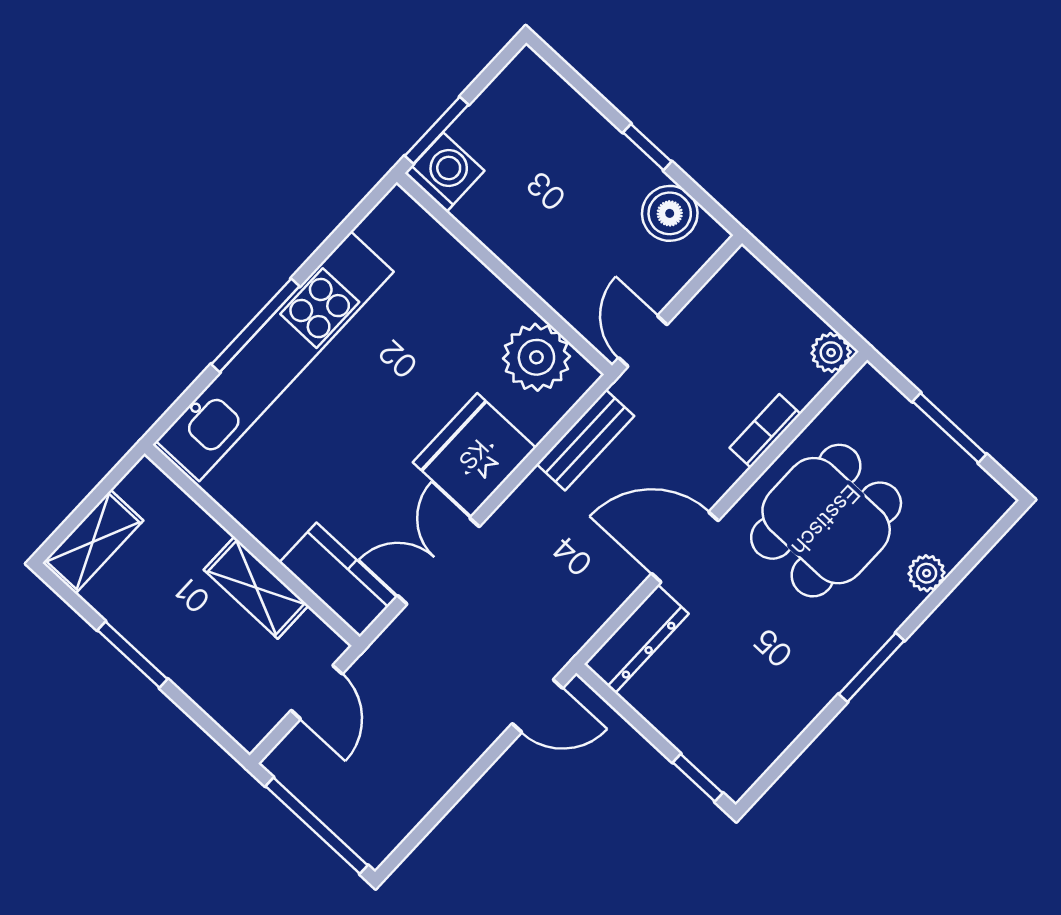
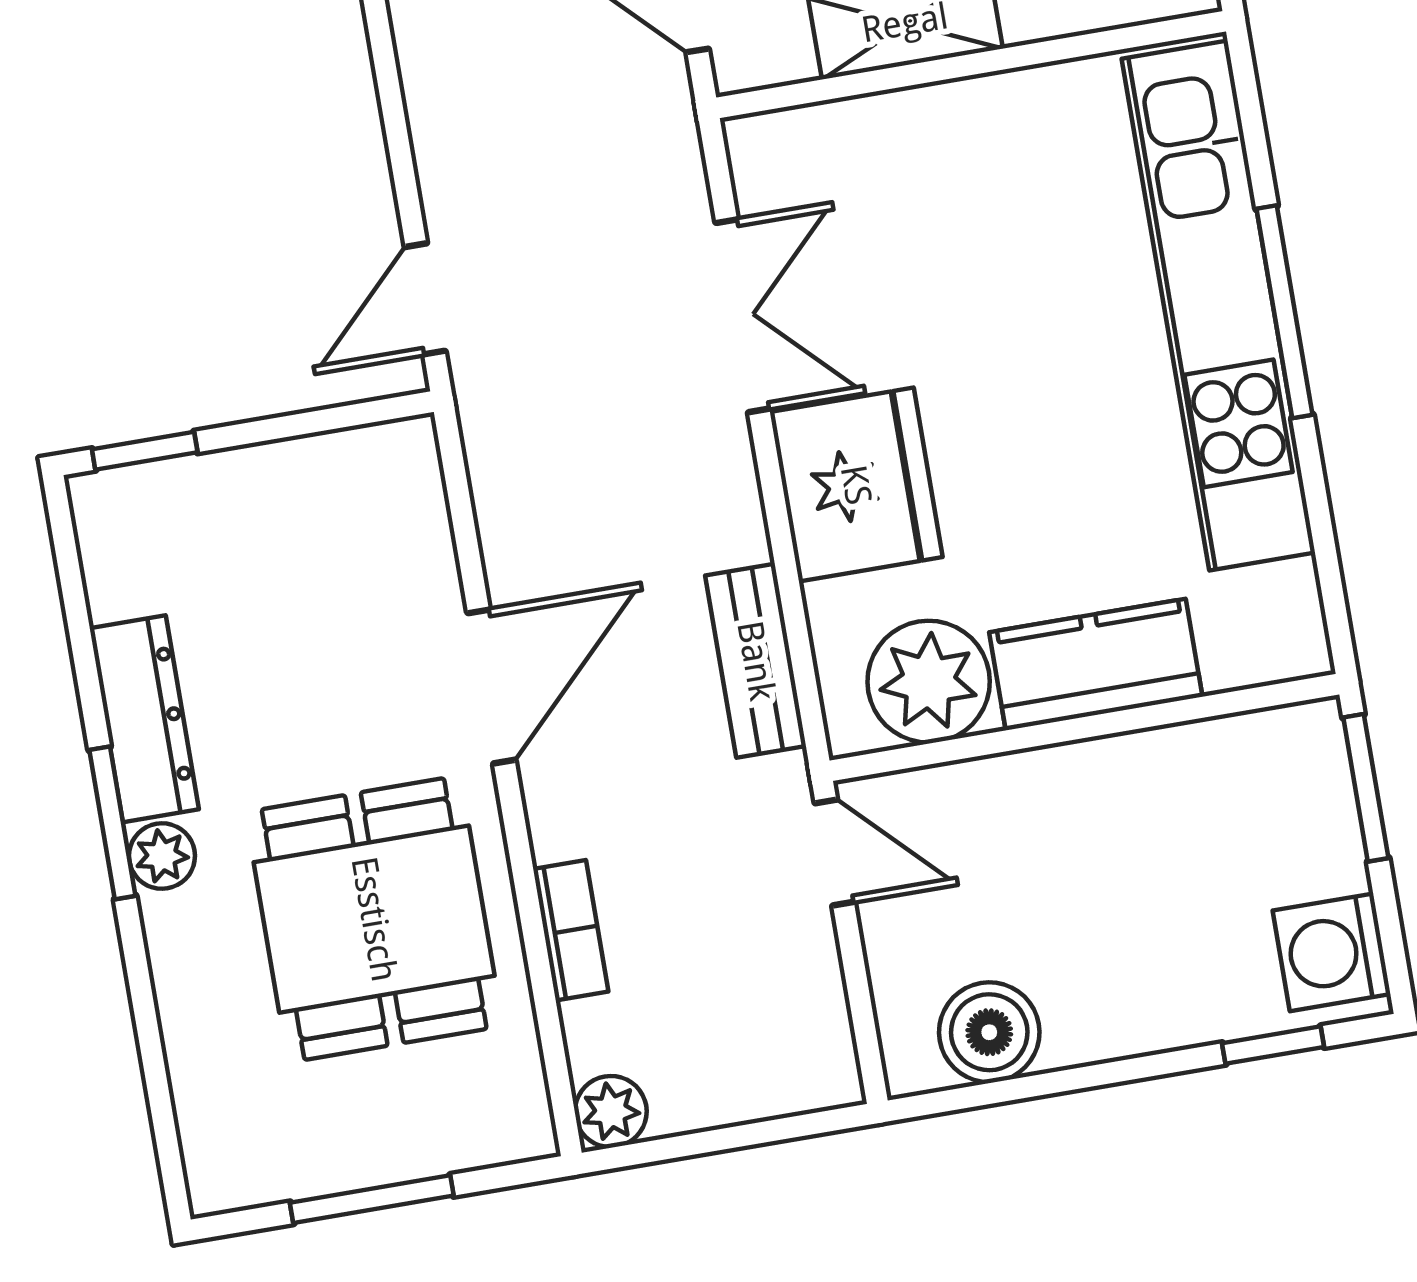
window: (647, 147) -> (1273, 1045), moved
washing machine: (445, 172) -> (1332, 952), moved, turned 90
plant: (927, 573) -> (162, 856), moved
kitchen counter: (338, 580) -> (1096, 664), moved, turned 180
dresser: (636, 639) -> (144, 719), moved, turned 180

